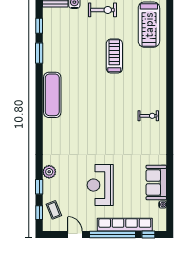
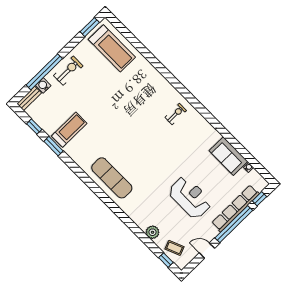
treadmill: (114, 56) -> (69, 130), moved, turned 90
exercise mat: (52, 95) -> (112, 178), moved
plant: (49, 172) -> (152, 232), moved
reception desk: (100, 185) -> (190, 197), turned 180
window: (39, 187) -> (148, 242), removed

